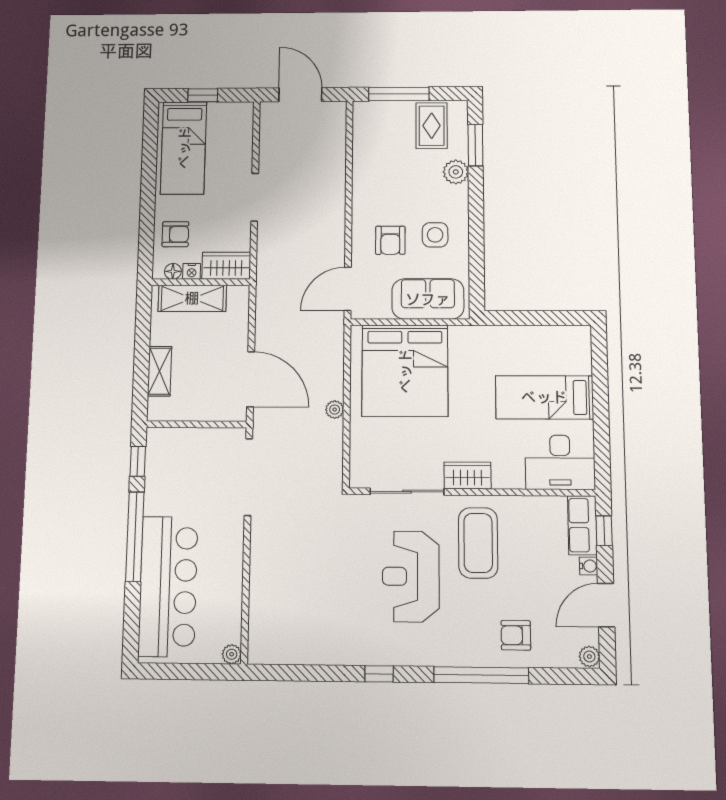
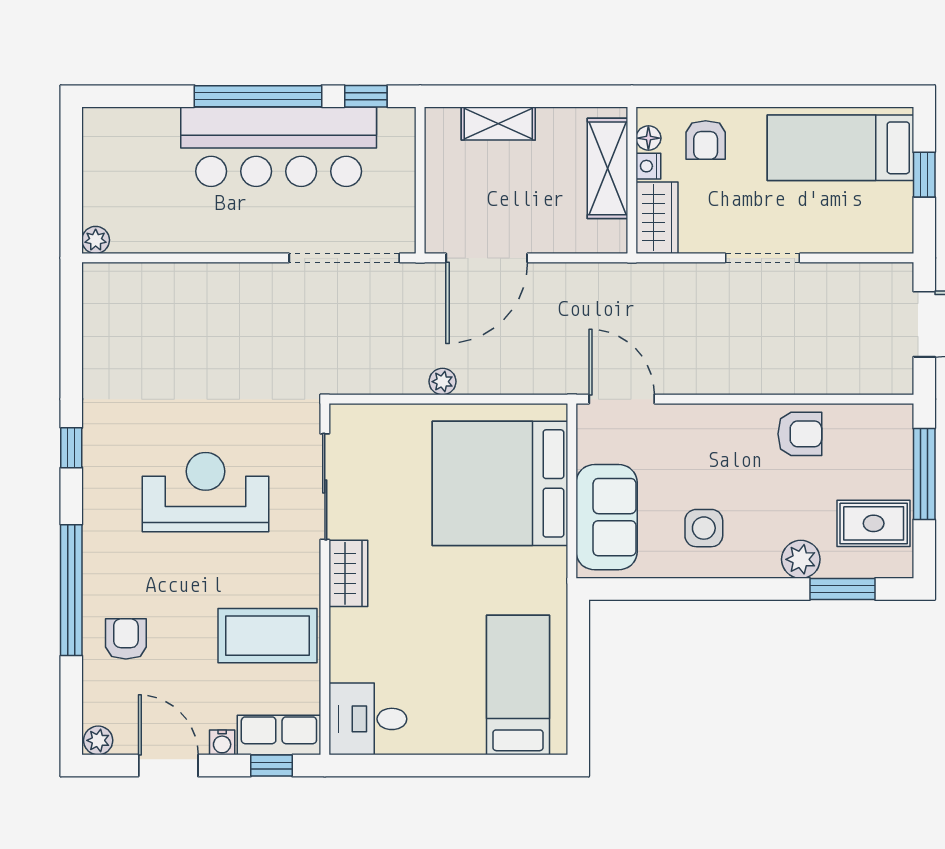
armchair: (390, 240) -> (800, 434), moved, turned 180
bed: (544, 397) -> (518, 685), moved
desk: (560, 462) -> (368, 719), width x0.73
coffee table: (478, 543) -> (268, 636), moved
bar counter: (168, 586) -> (279, 147), moved

